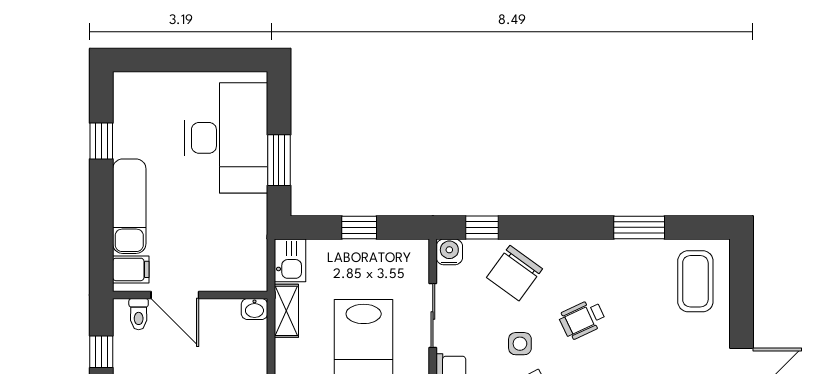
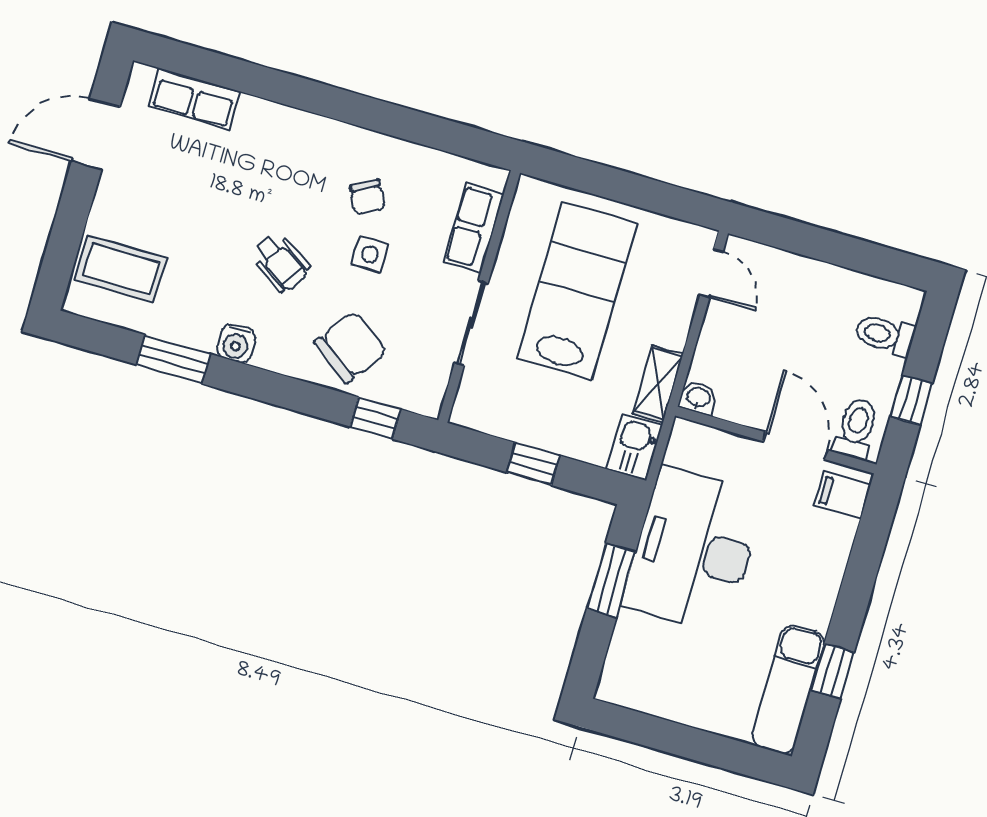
desk: (226, 138) -> (693, 550), moved
exam couch: (129, 206) -> (788, 690), moved
water cooler: (449, 252) -> (236, 343), moved
coffee table: (695, 281) -> (121, 269), turned 90
toilet: (139, 314) -> (856, 428), width x1.37, depth x1.39
wheelchair: (582, 319) -> (280, 262), turned 58

